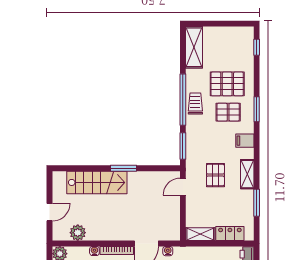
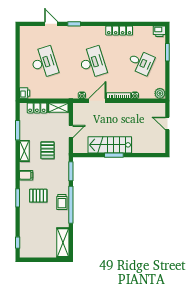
pallet: (227, 84) -> (39, 216), removed
stairs: (97, 182) -> (110, 145), moved
door: (183, 187) -> (71, 131), moved
door: (50, 212) -> (167, 123), hinge flipped
plant: (78, 233) -> (147, 109), removed

